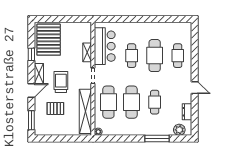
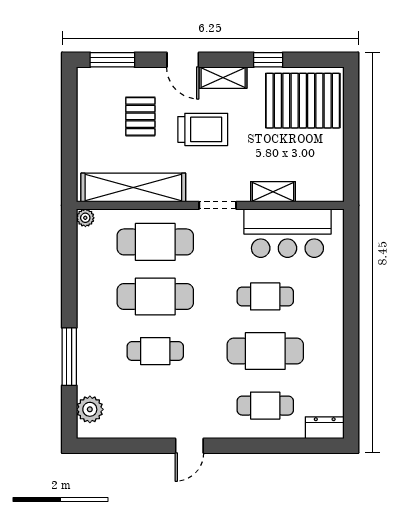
dresser: (187, 112) -> (325, 428), moved

